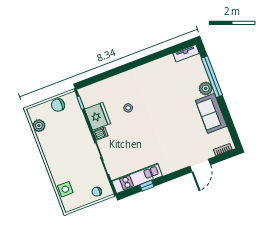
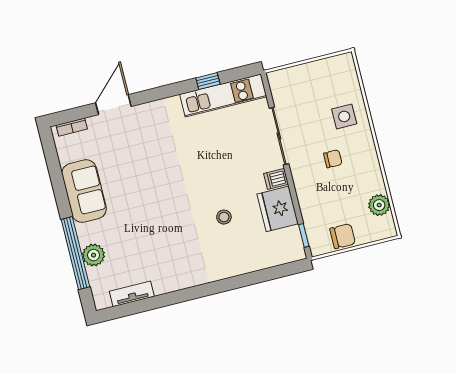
tv unit: (186, 53) -> (132, 294), moved
plant: (206, 88) -> (94, 255), moved
side table: (65, 189) -> (344, 116), moved
chair: (97, 192) -> (333, 159), moved

